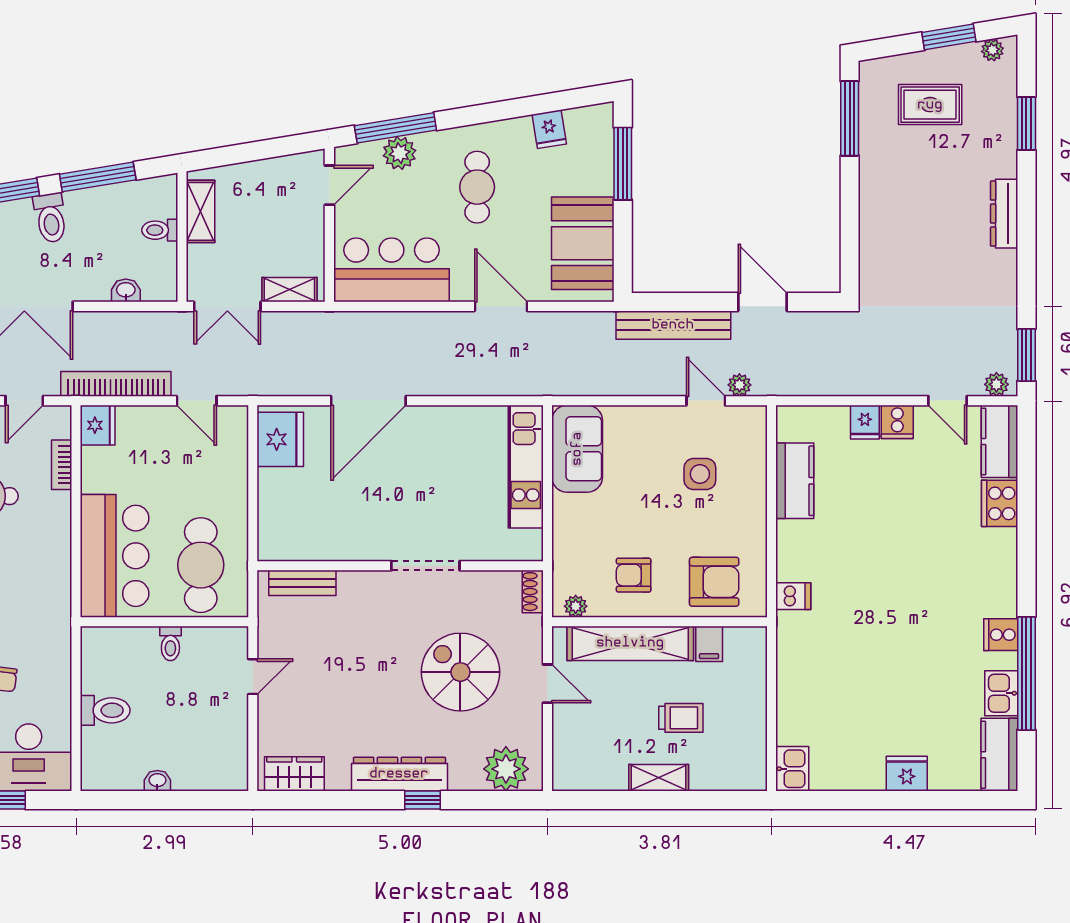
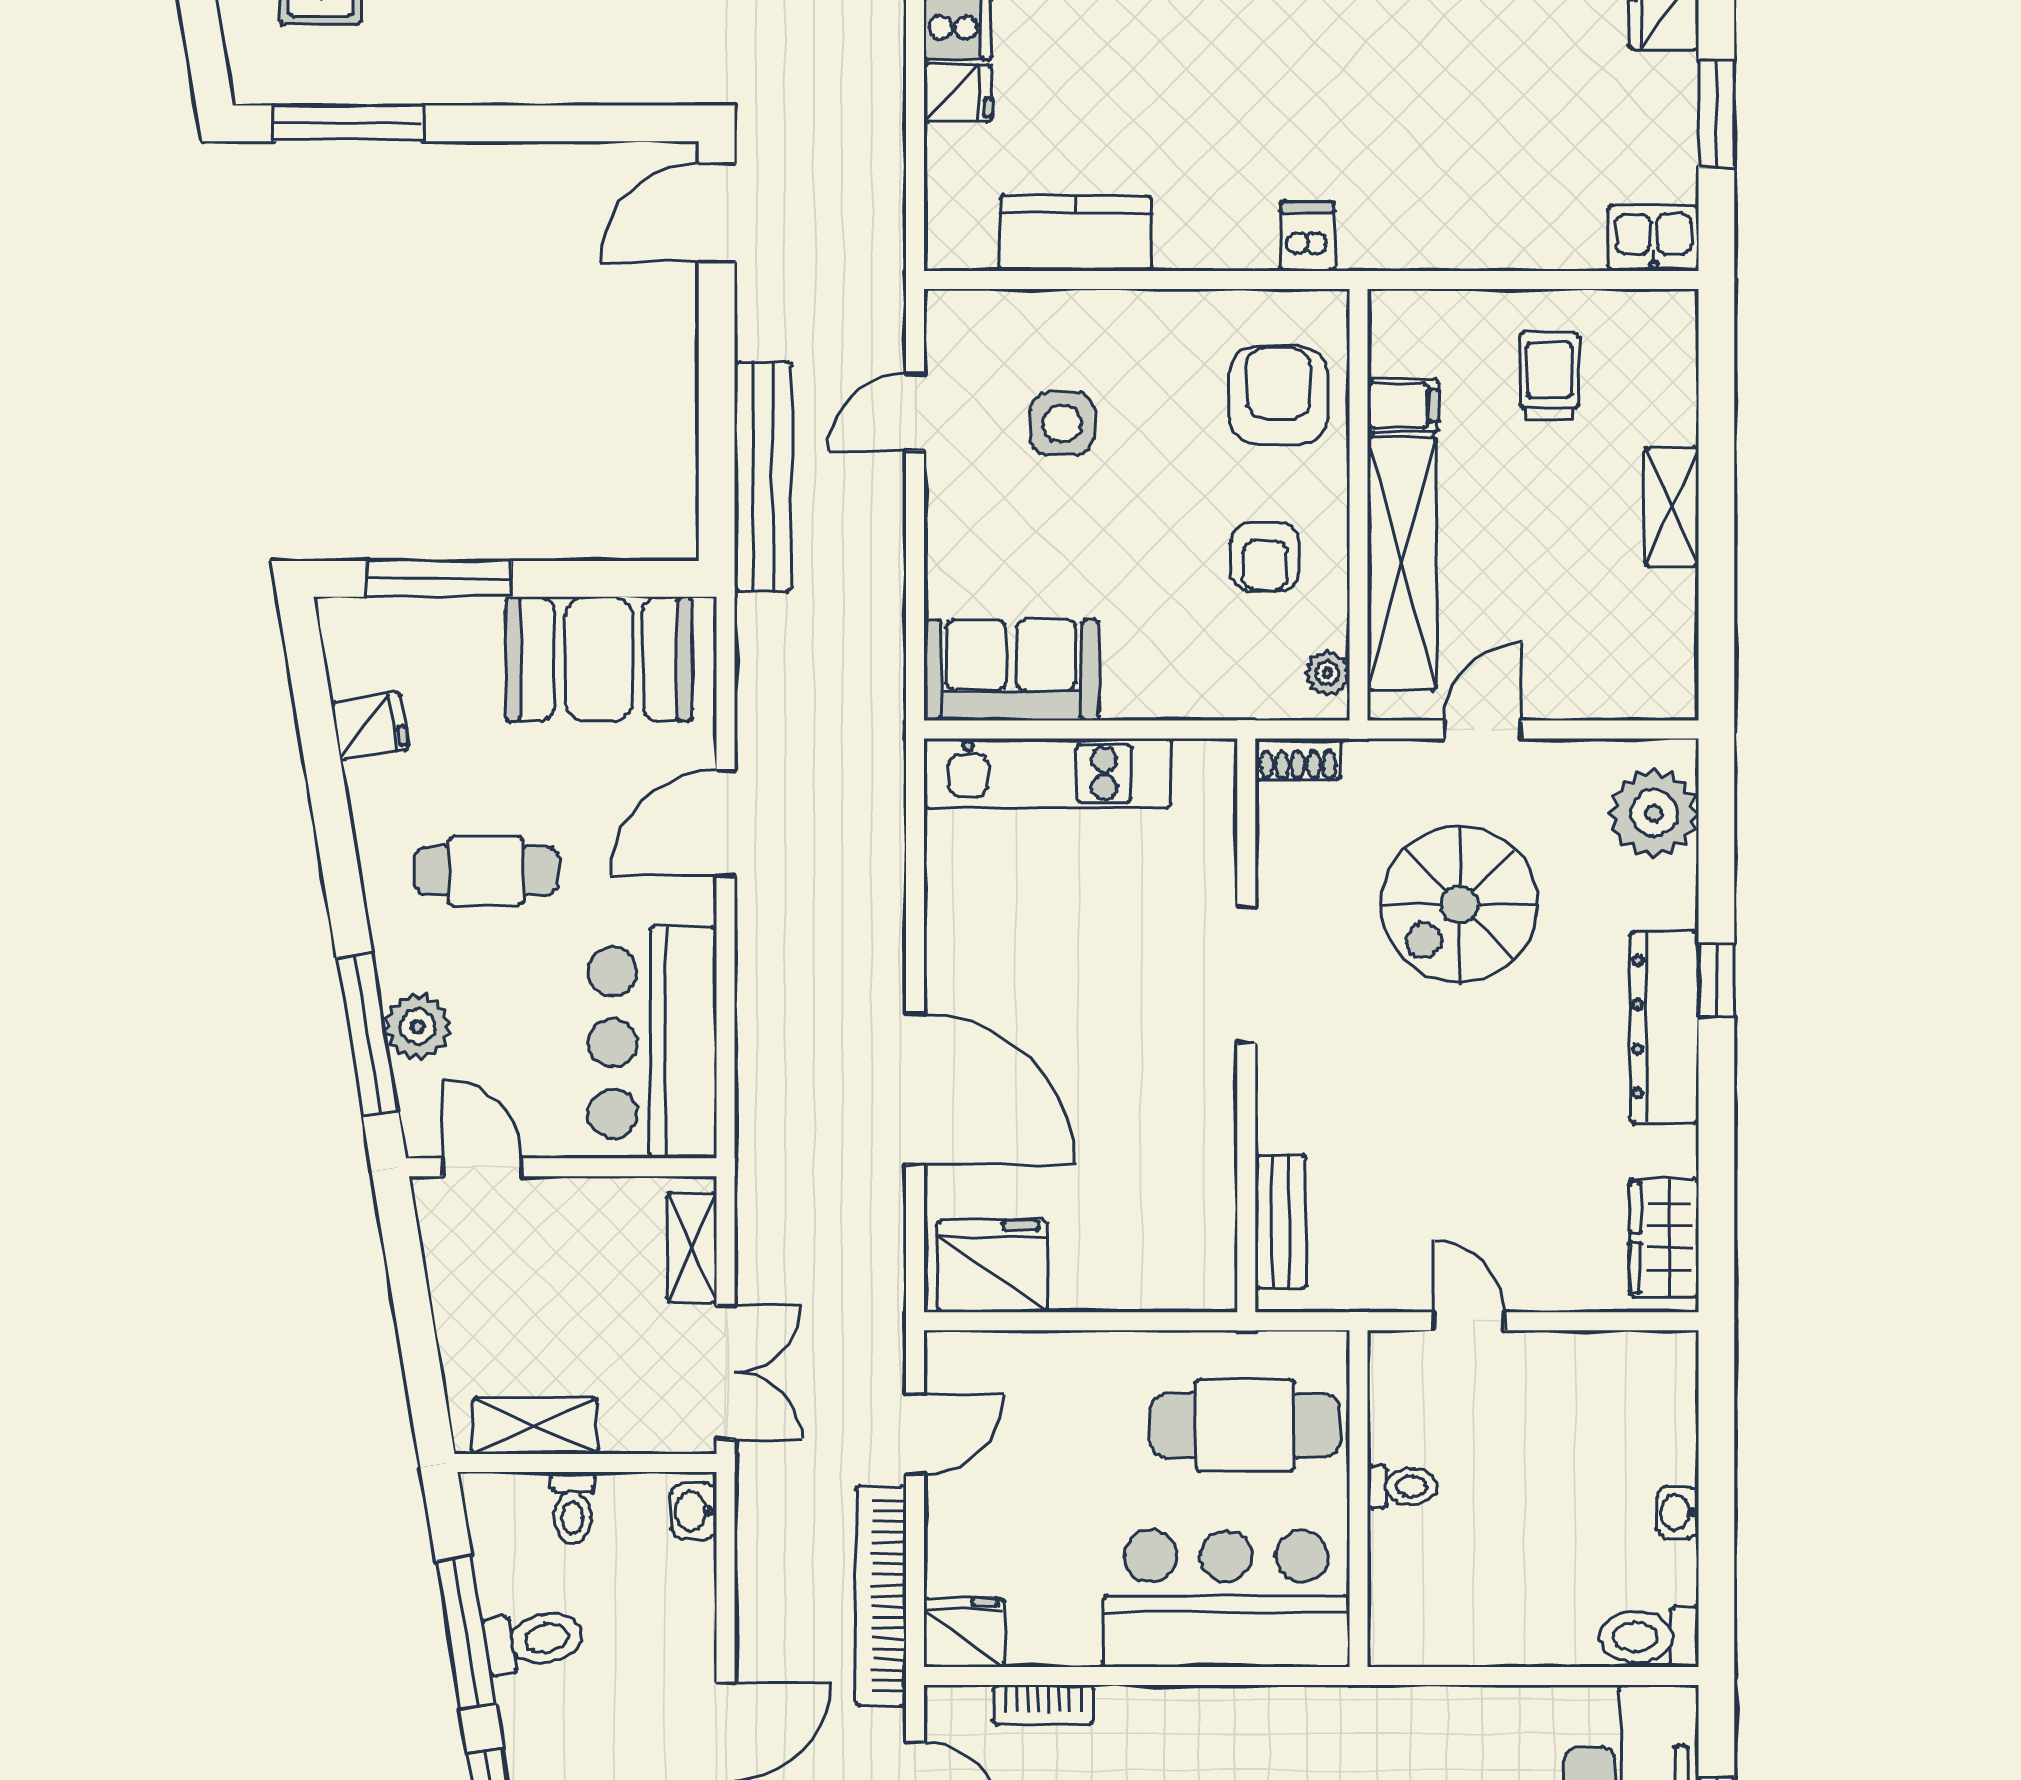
toilet: (50, 218) -> (534, 1640), moved
washbasin: (126, 290) -> (694, 1511), moved
door: (762, 302) -> (717, 213), moved
plant: (739, 385) -> (883, 344), removed
toilet: (105, 710) -> (1649, 1637), moved, turned -90
trolley: (681, 718) -> (1549, 376), moved
window: (854, 800) -> (1716, 114), added

